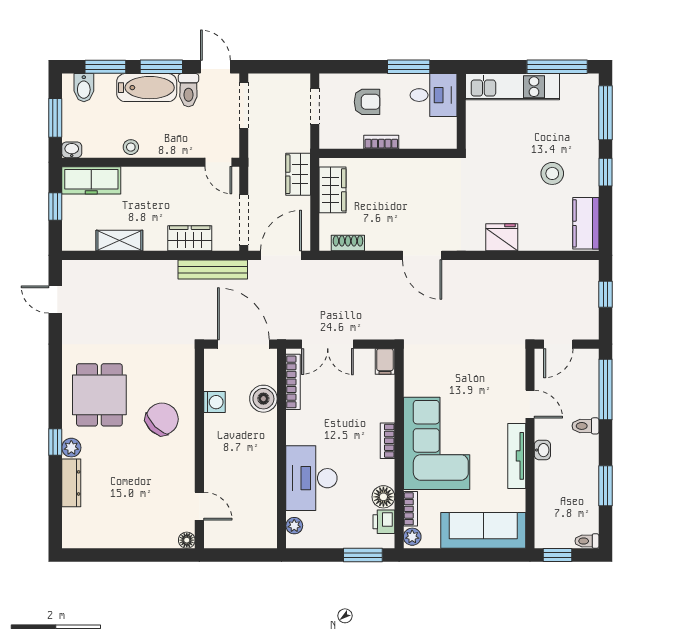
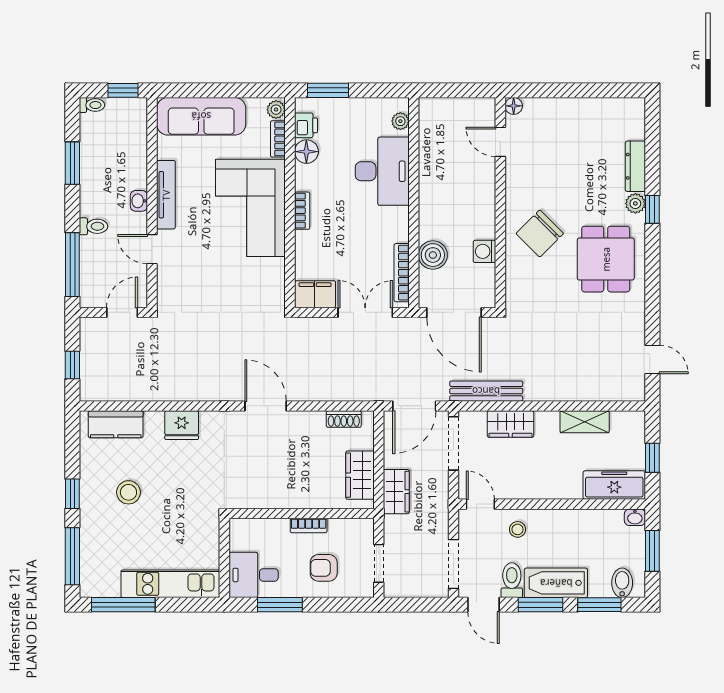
stool: (131, 147) -> (518, 529), moved
kitchen counter: (586, 223) -> (116, 424), moved, turned 90
filing cabinet: (385, 362) -> (315, 294), width x2.00

